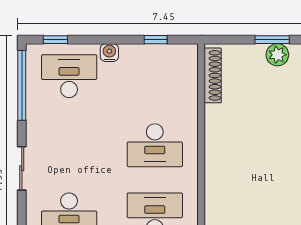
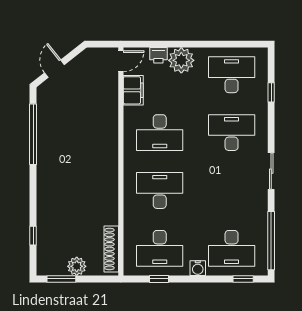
plant: (277, 55) -> (77, 266), moved
desk: (155, 76) -> (160, 248), added

